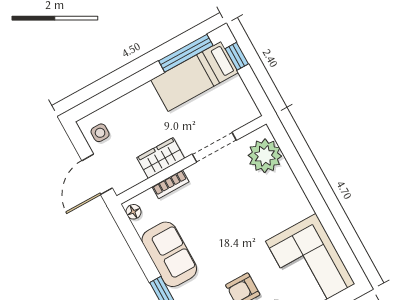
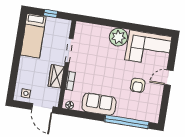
window: (186, 53) -> (21, 32), removed
window: (237, 56) -> (51, 13), moved
plant: (265, 156) -> (118, 37), moved

